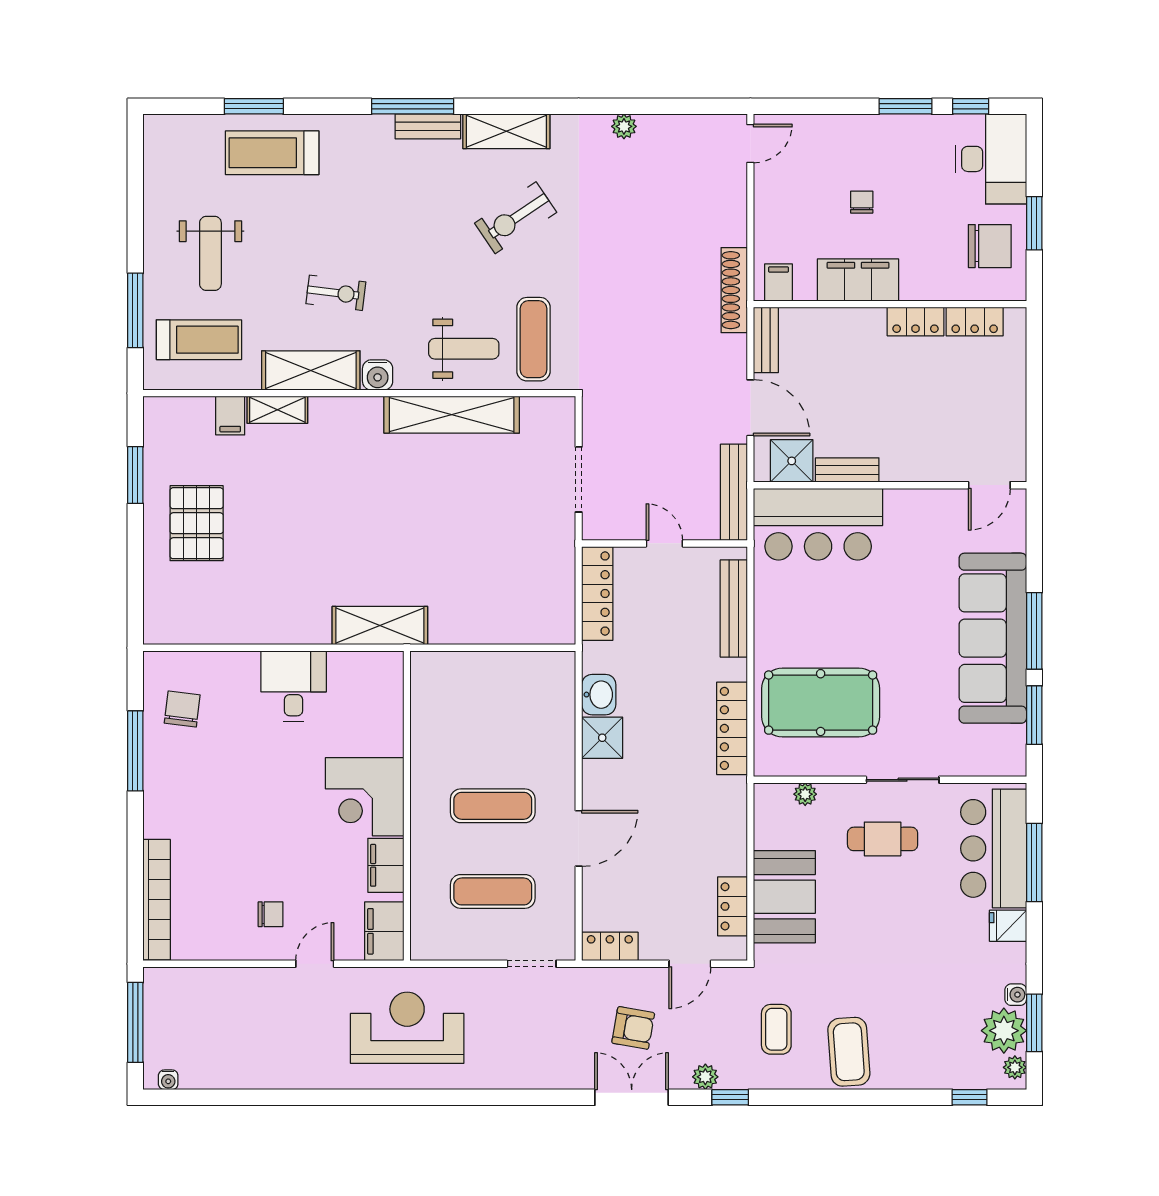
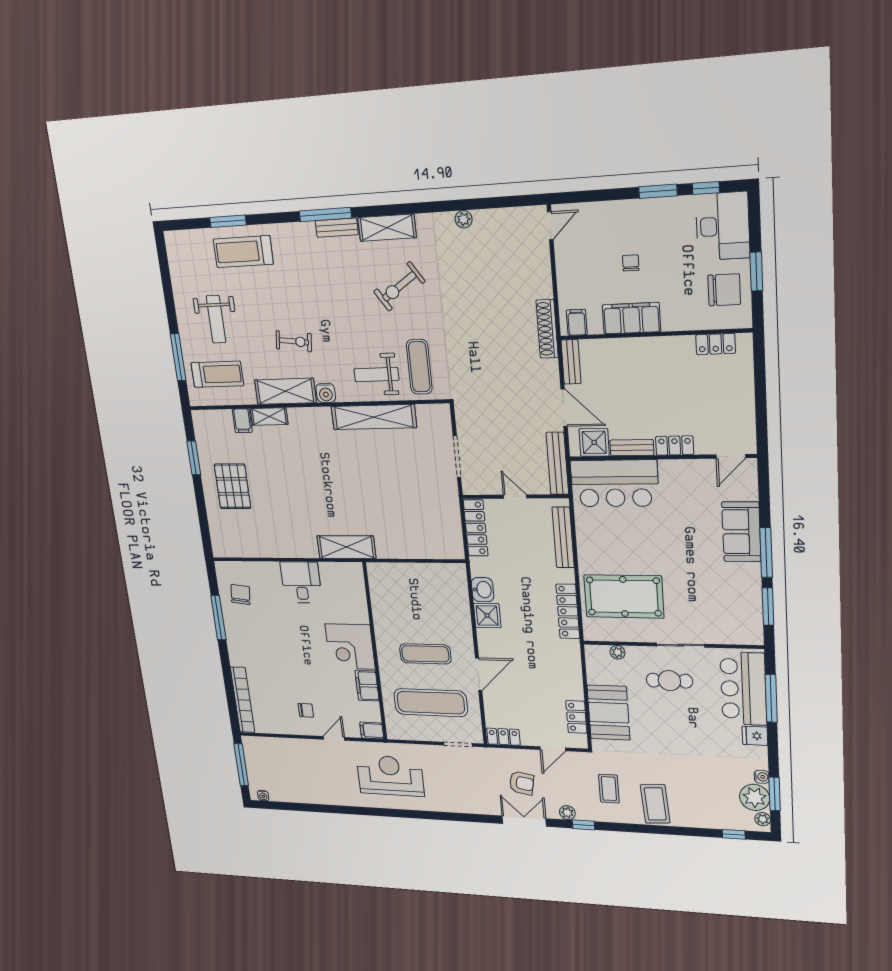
locker: (915, 322) -> (675, 446), moved, turned 180
weight bench: (464, 349) -> (376, 374), turned 180
sofa: (993, 638) -> (741, 532), width x0.54, depth x0.79
exercise mat: (493, 891) -> (431, 703), width x1.36, depth x1.45
filing cabinet: (384, 931) -> (372, 730), width x0.50

